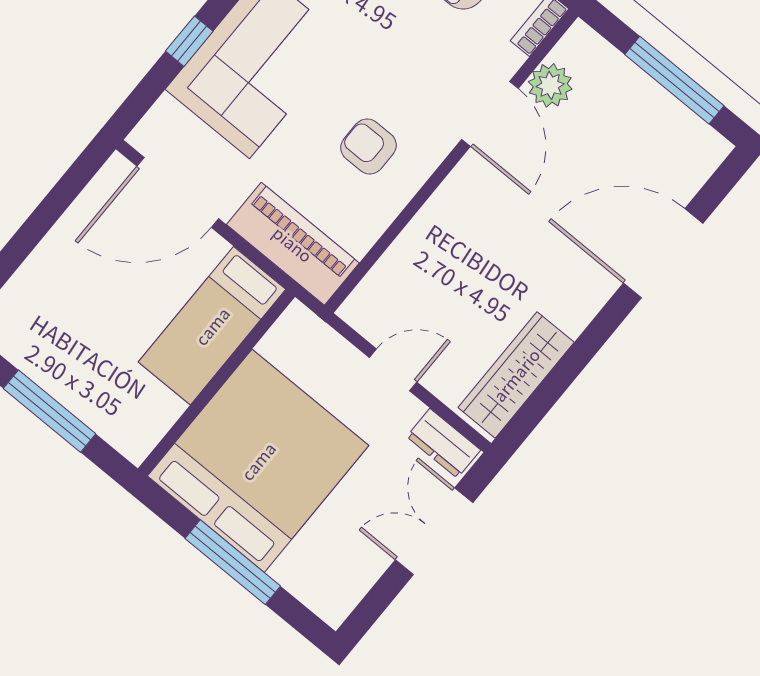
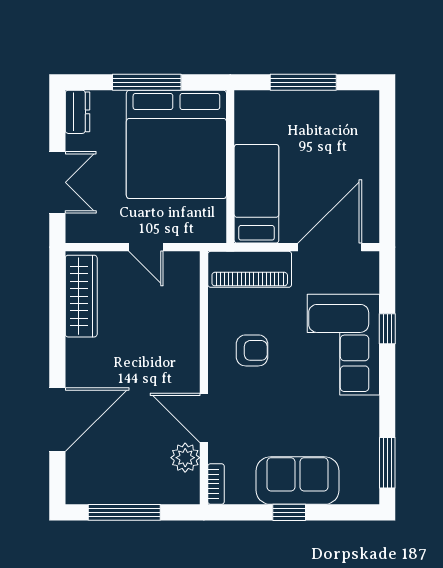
door: (393, 370) -> (146, 247), hinge flipped
dresser: (444, 443) -> (78, 112), moved, turned 90

